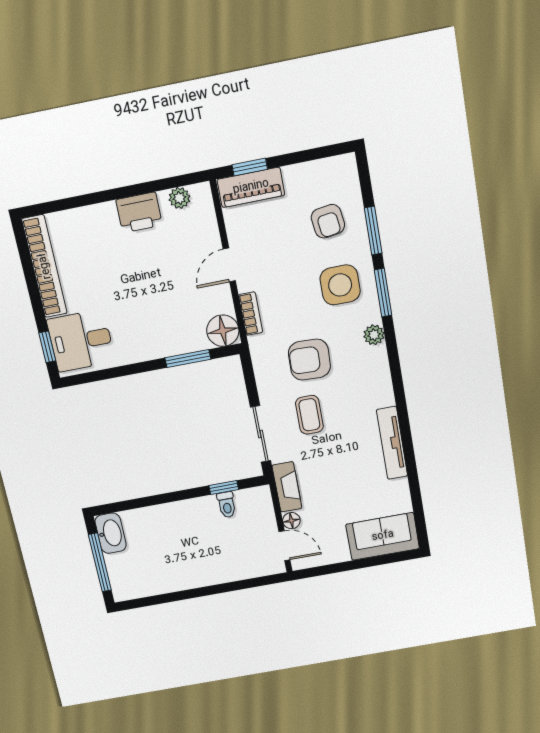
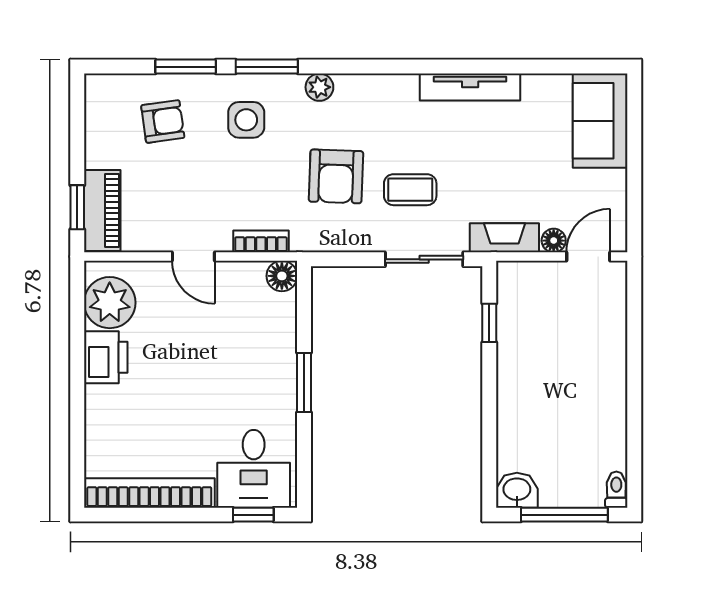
plant: (179, 198) -> (110, 303), width x1.88, depth x1.88
side table: (340, 285) -> (246, 120), width x0.73, depth x0.73
floor lamp: (223, 331) -> (282, 276), width x0.73, depth x0.73
window: (188, 359) -> (304, 382), moved
toilet: (227, 505) -> (616, 490), moved, turned -90
washbasin: (111, 533) -> (517, 490), width x0.72

